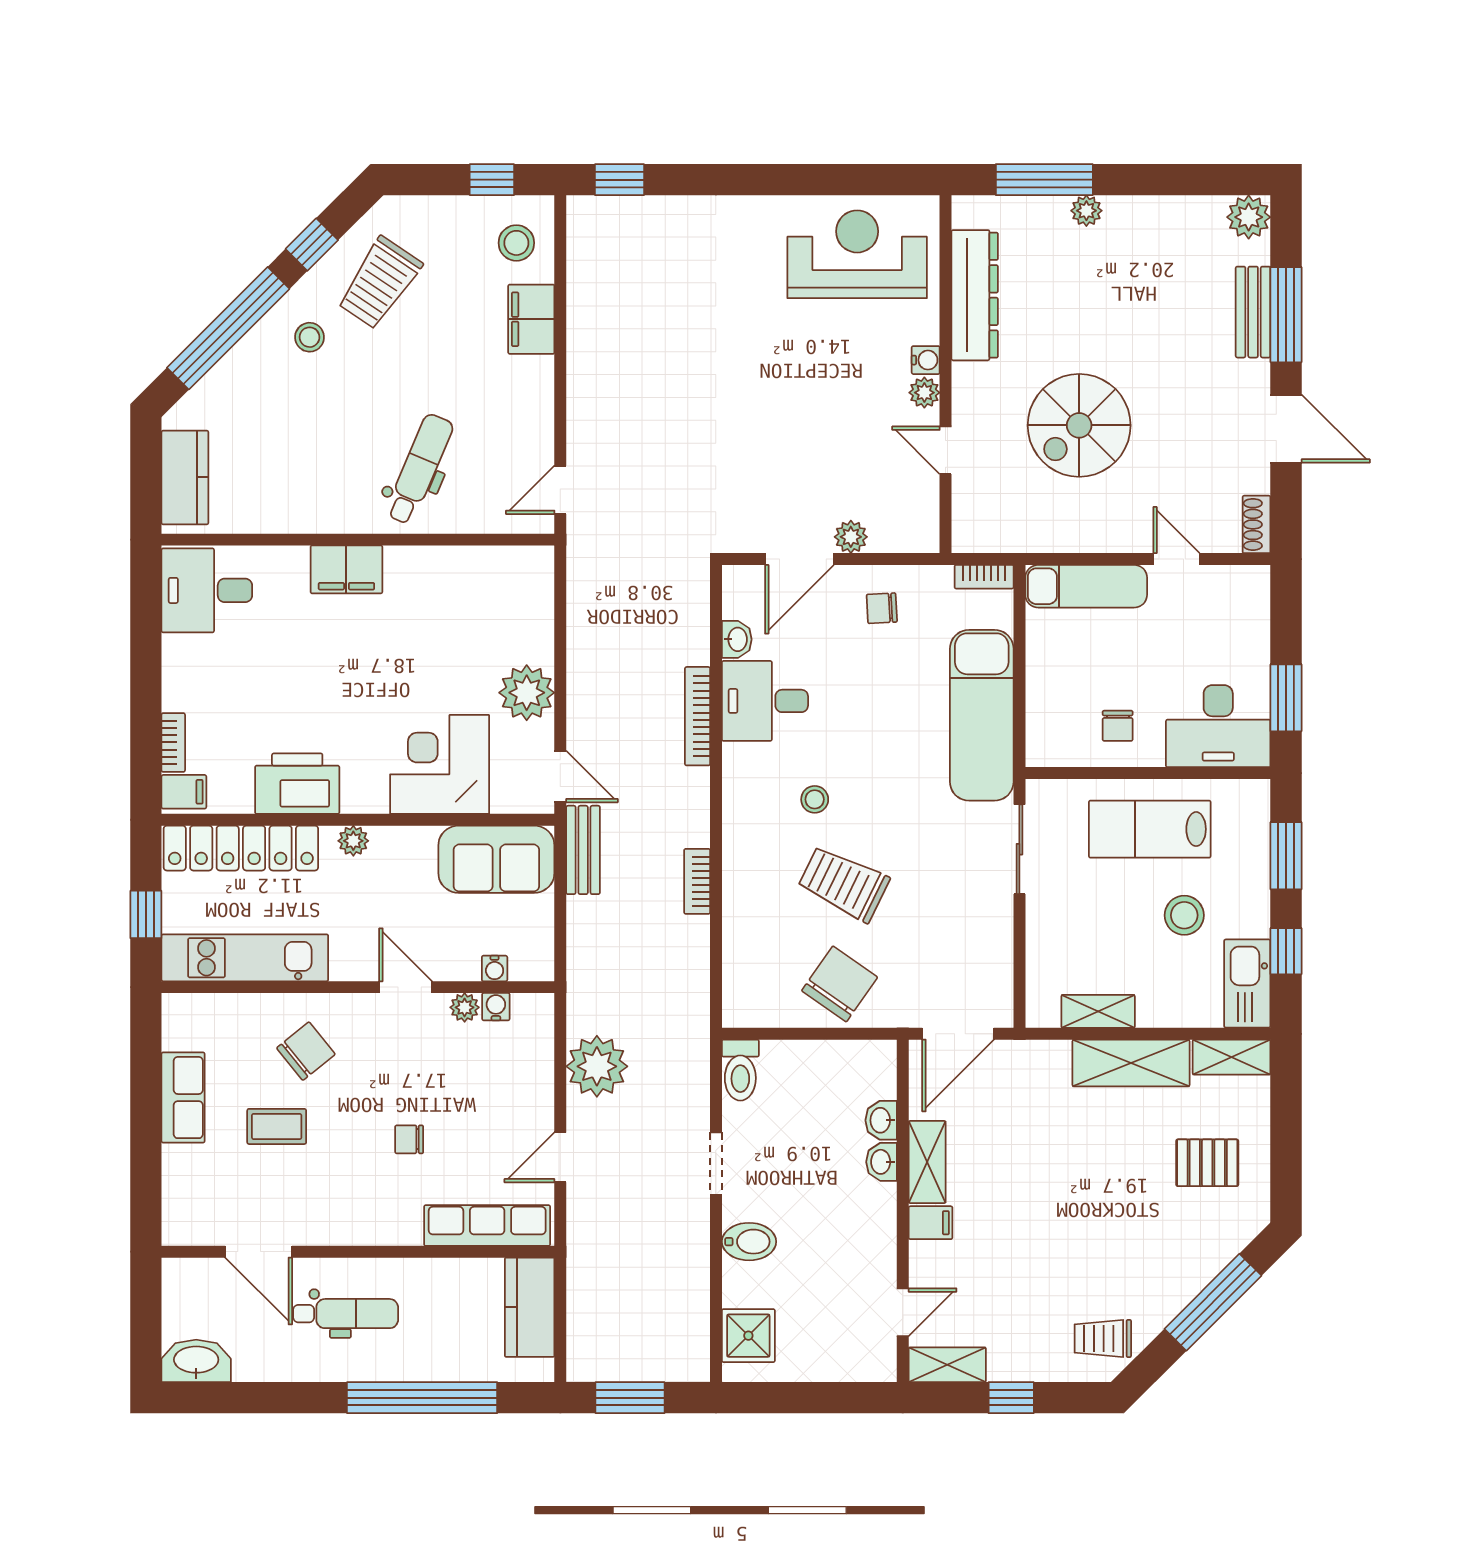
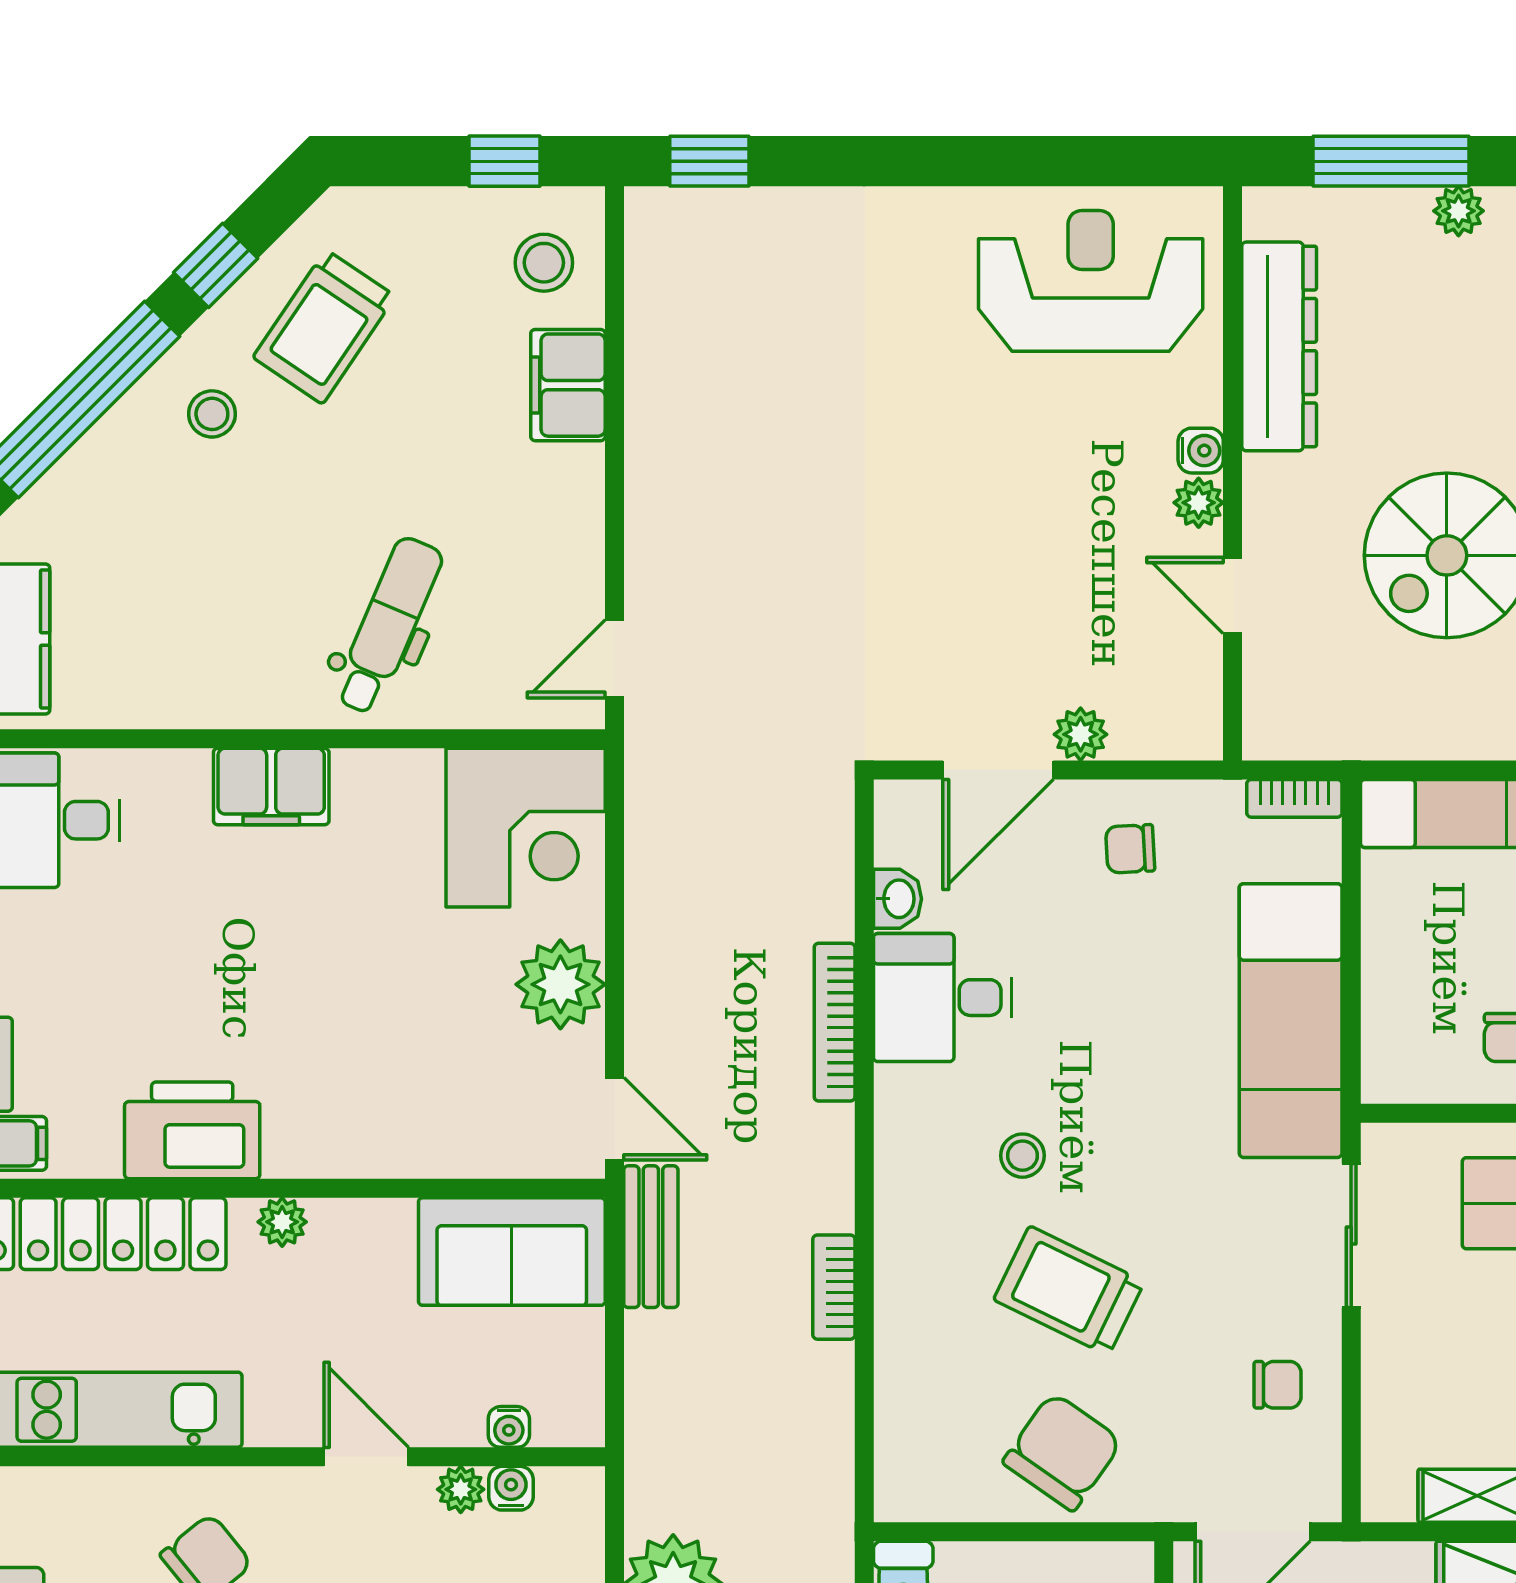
corner desk: (440, 764) -> (526, 828), moved, turned 180
chair: (974, 942) -> (1277, 1385), added

